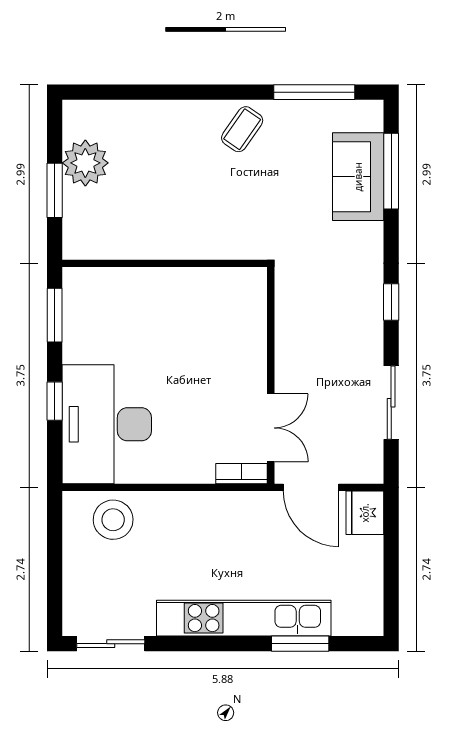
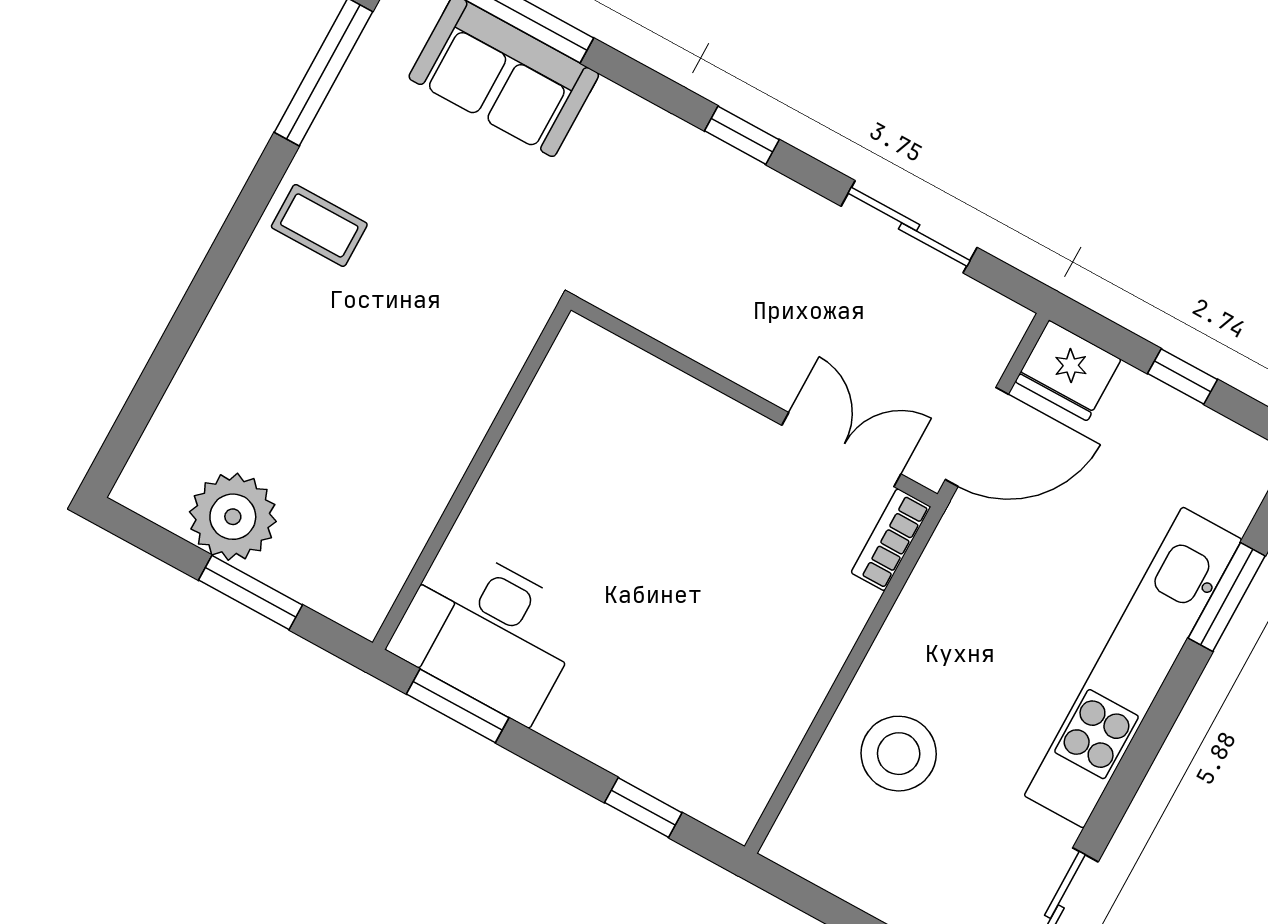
coffee table: (242, 129) -> (319, 225), turned -35
window: (55, 401) -> (643, 808), moved
desk: (107, 424) -> (488, 632), moved, width x0.73, depth x0.77
stool: (113, 520) -> (899, 754), moved
window: (391, 567) -> (1183, 377), added

